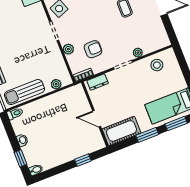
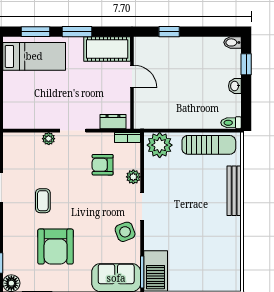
stool: (157, 65) -> (31, 114), removed
plant: (56, 84) -> (160, 145), width x1.87, depth x1.87

